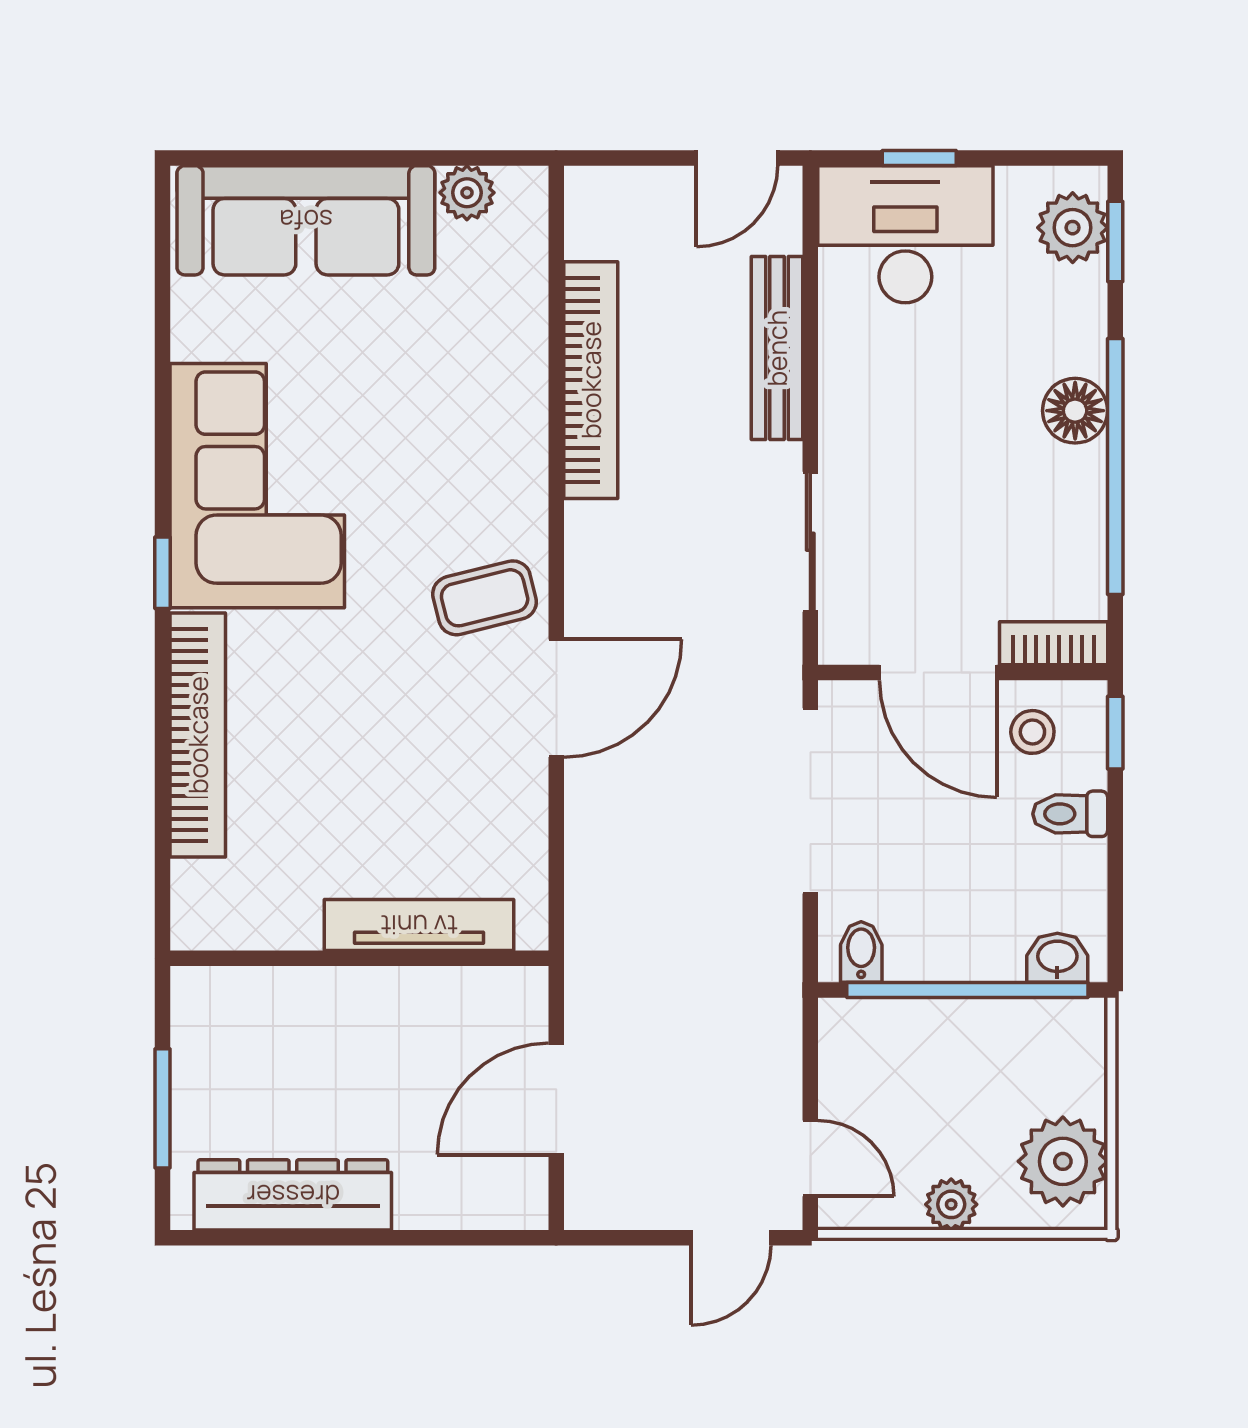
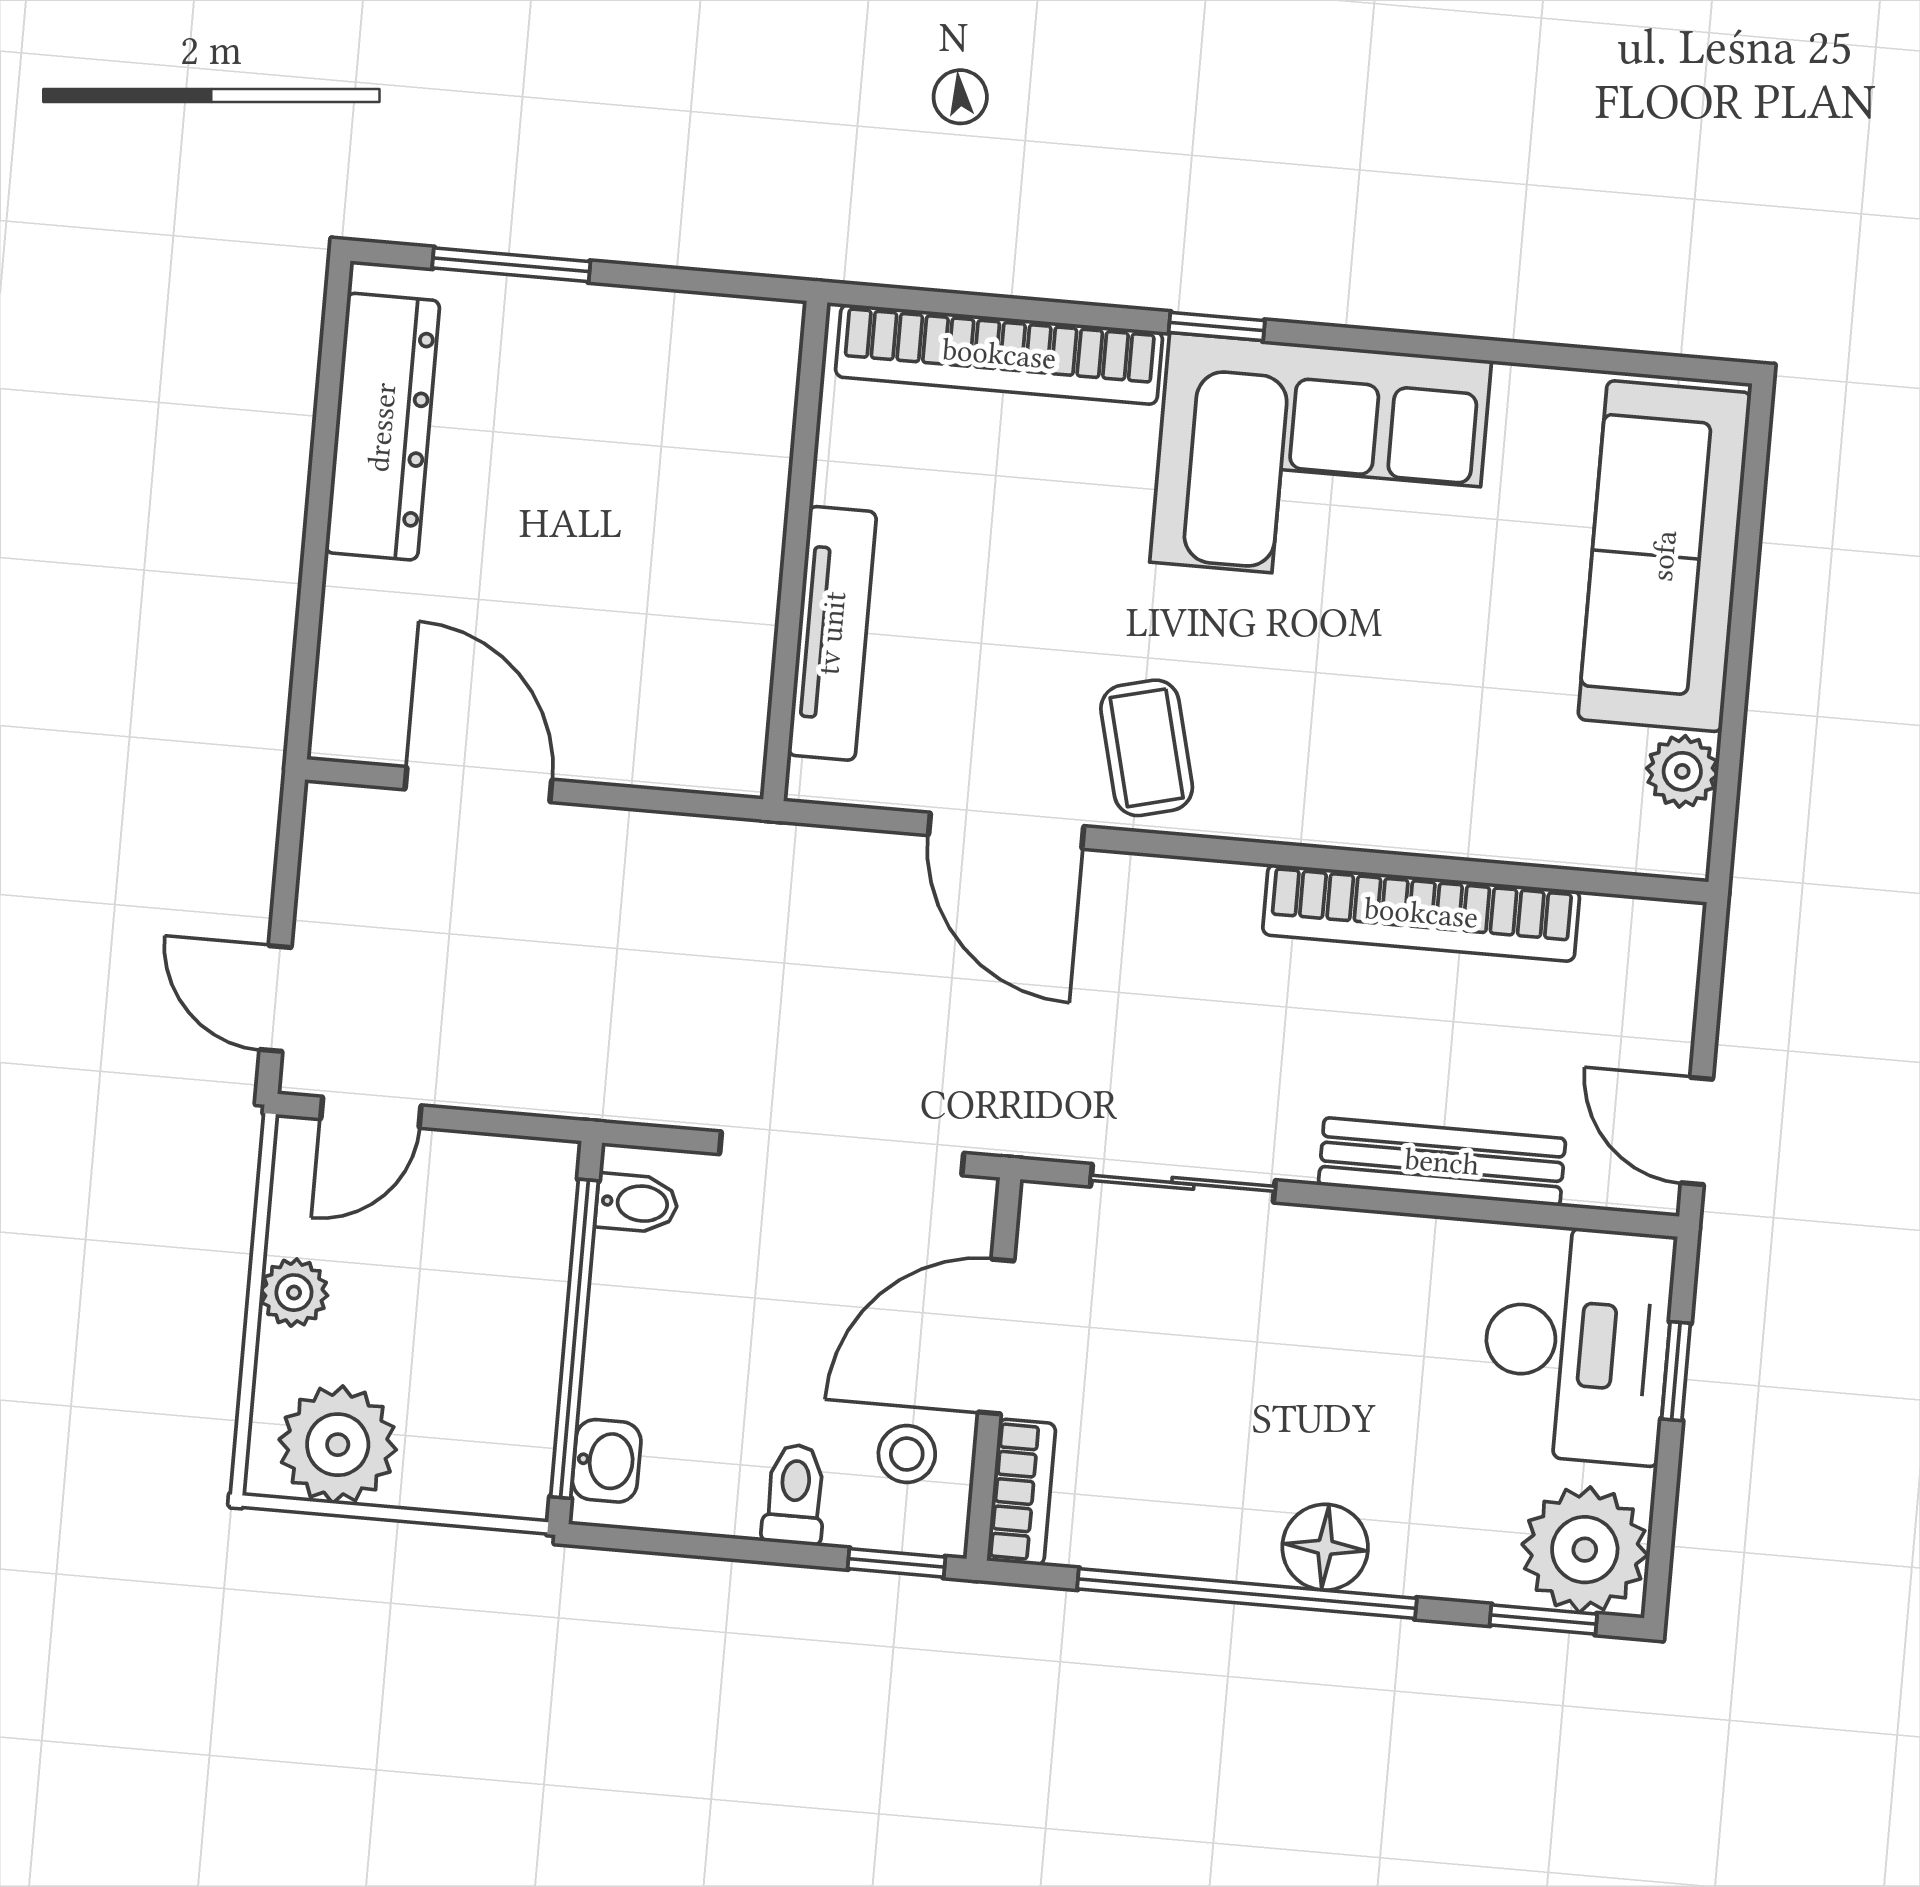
plant: (1073, 228) -> (1585, 1550), width x1.36, depth x1.36
tv unit: (419, 925) -> (832, 633), moved
wall: (359, 958) -> (795, 551), moved

